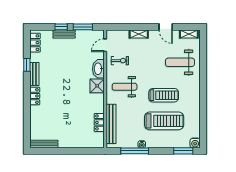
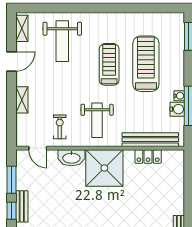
shower: (97, 86) -> (104, 168), width x1.86, depth x1.86
water cooler: (195, 143) -> (177, 109), moved

